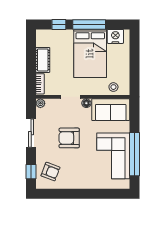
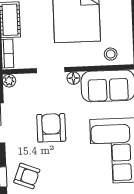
armchair: (69, 138) -> (51, 128), turned 90

